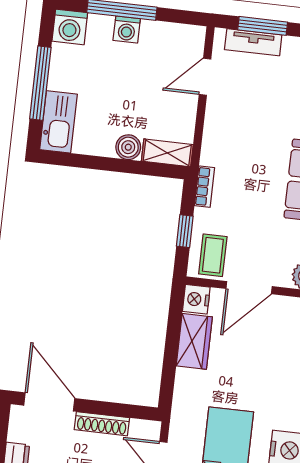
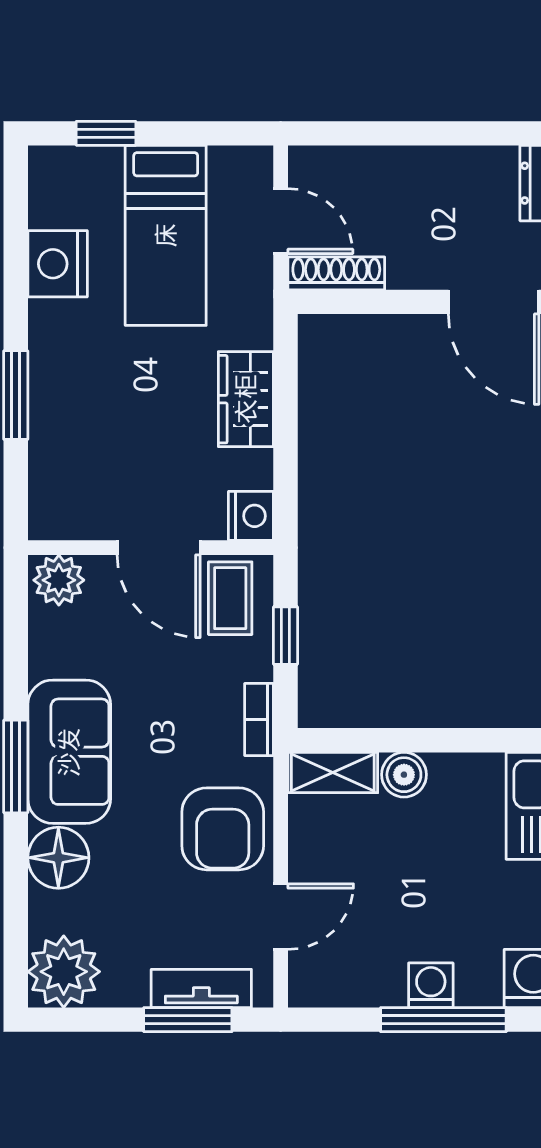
armchair: (231, 129) -> (223, 829), added
door: (249, 288) -> (159, 548), swing flipped
wardrobe: (194, 341) -> (246, 399), moved
shoe rack: (102, 424) -> (336, 273), moved

